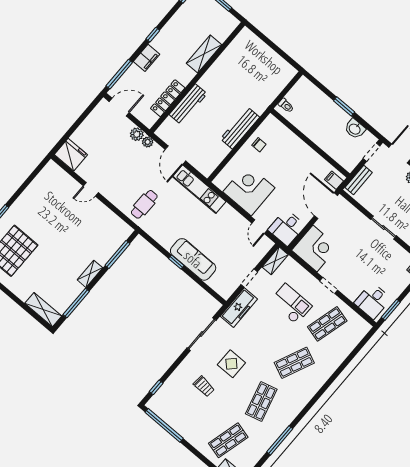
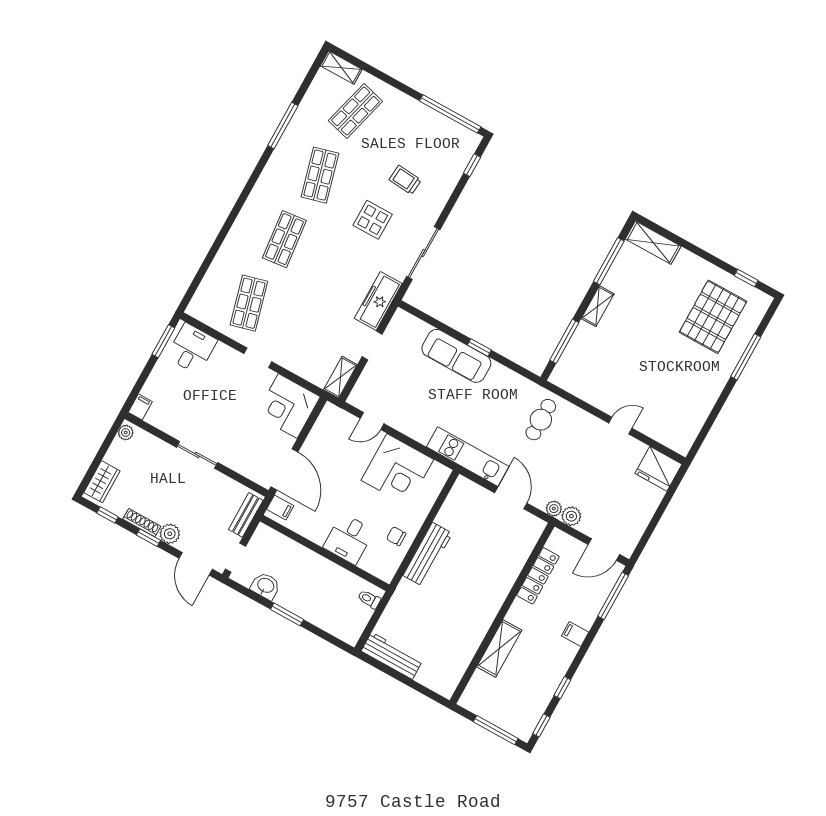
window: (153, 35) -> (562, 688), moved
filing cabinet: (147, 58) -> (575, 634), width x0.50
workbench: (188, 104) -> (392, 656), moved, turned 90
door: (260, 227) -> (372, 421), swing flipped
desk: (287, 228) -> (349, 539), moved, turned 180
checkout: (291, 304) -> (306, 321), removed
shop shelf: (327, 324) -> (249, 303), turned -30
shop shelf: (294, 363) -> (284, 239), turned -30

